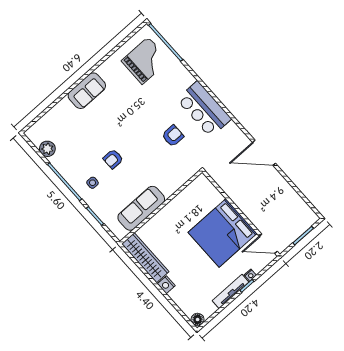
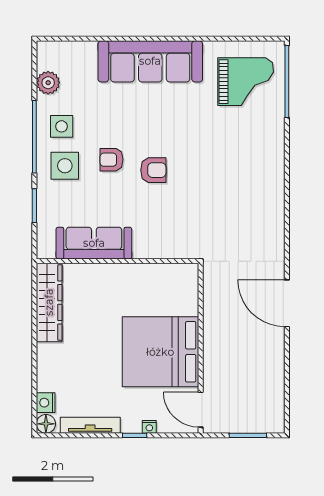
sofa: (87, 91) -> (150, 61), width x1.85, depth x1.27
bar counter: (204, 109) -> (263, 195), removed
armchair: (173, 136) -> (153, 170), moved
side table: (73, 165) -> (62, 126), added
side table: (92, 183) -> (65, 166), width x1.87, depth x1.87
nightstand: (166, 285) -> (46, 403), moved
tv unit: (230, 291) -> (90, 425), moved

